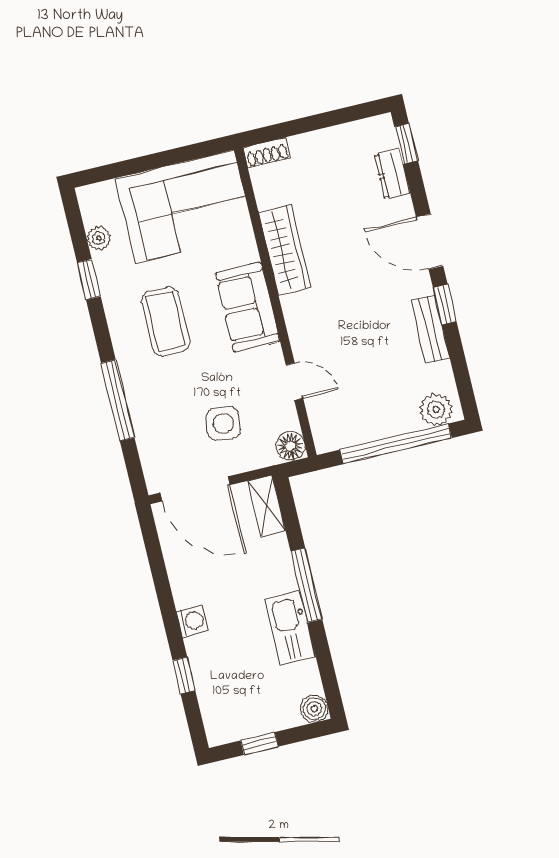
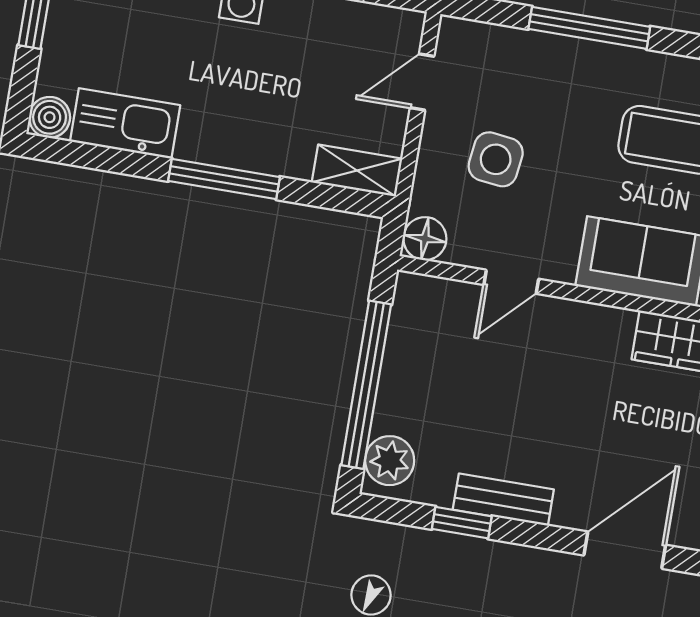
window: (445, 305) -> (462, 523), moved
door: (195, 489) -> (422, 82), width x0.53
kitchen sink: (290, 628) -> (125, 123), moved

